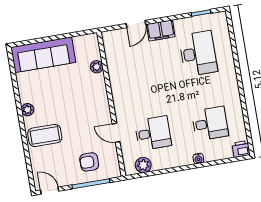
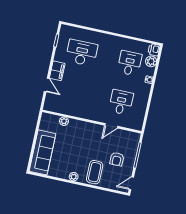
armchair: (89, 162) -> (117, 159), moved
plant: (143, 165) -> (151, 61), moved

